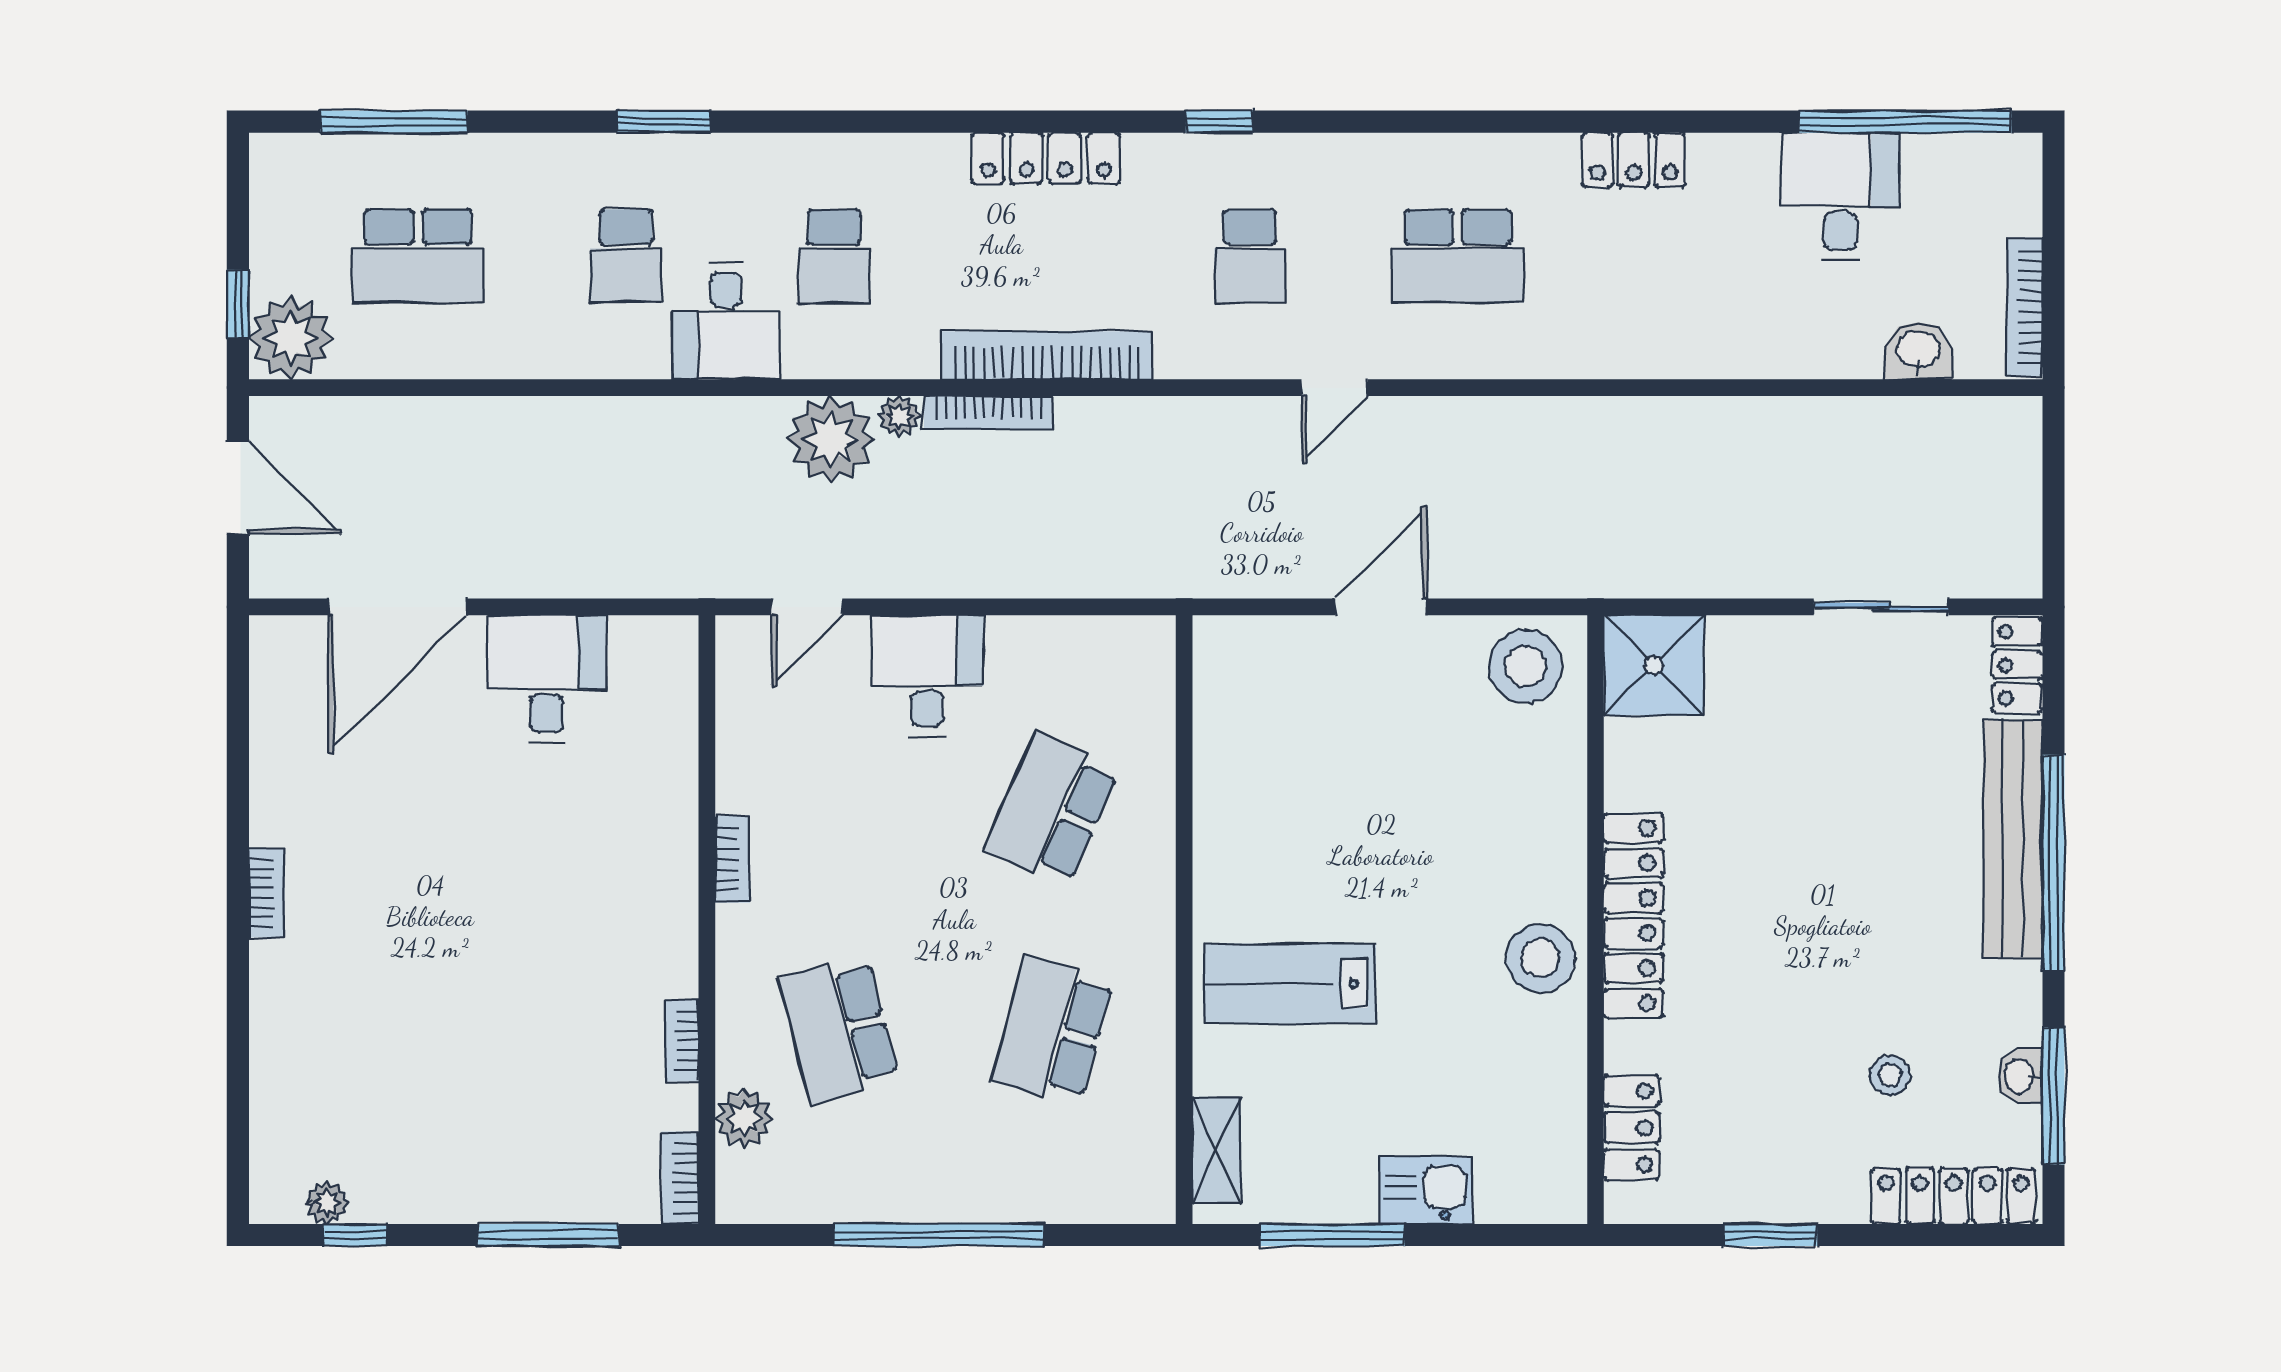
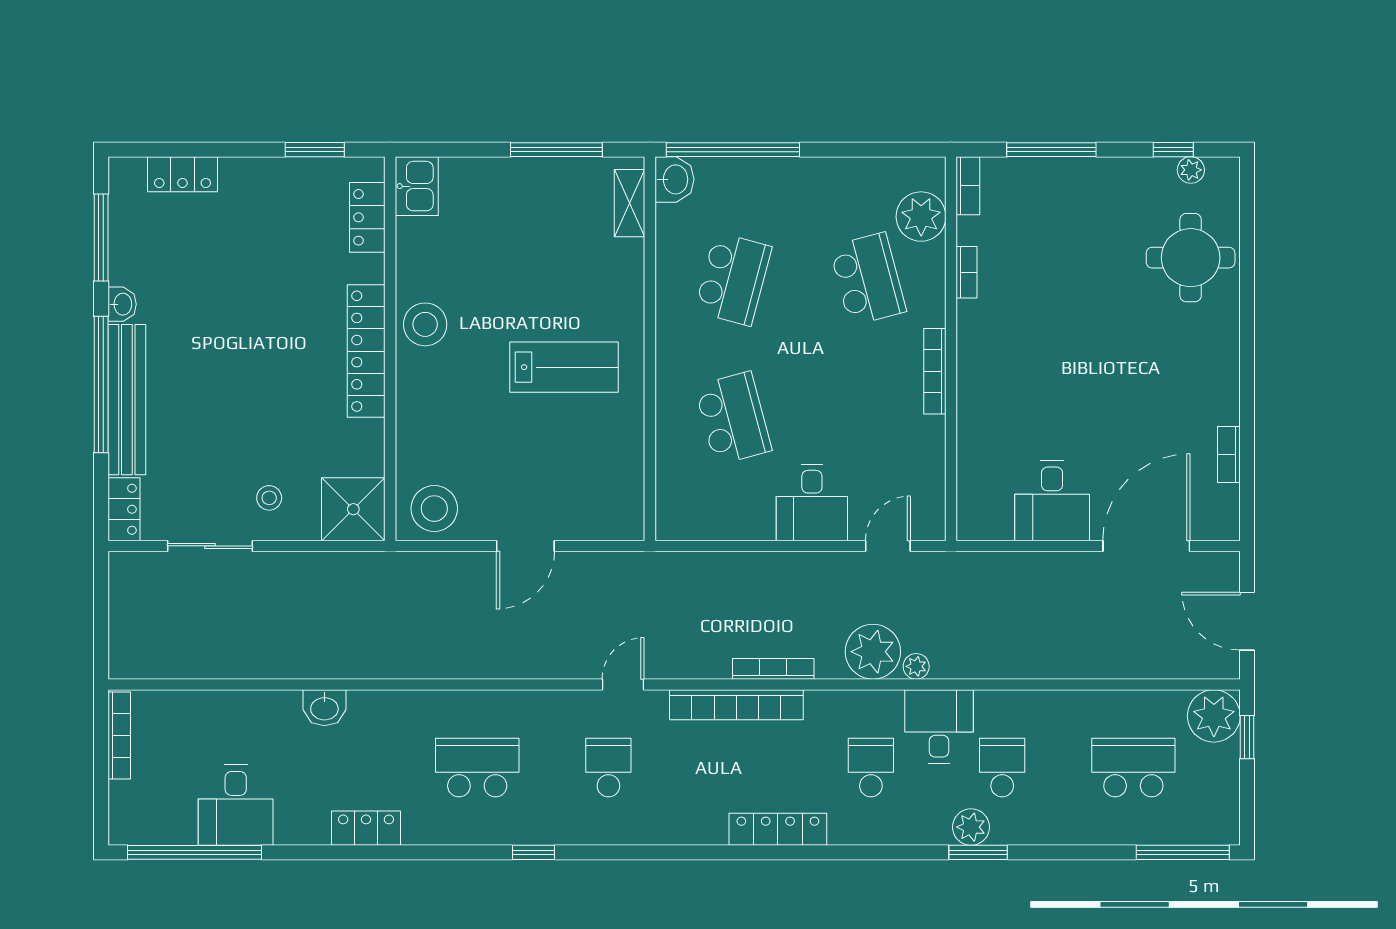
window: (394, 122) -> (1183, 852), moved
window: (1219, 122) -> (534, 852), moved
locker: (1046, 158) -> (778, 829), moved
plant: (675, 162) -> (971, 827), added
washbasin: (1918, 351) -> (324, 708), moved
door: (1335, 388) -> (623, 684), moved
plant: (899, 416) -> (916, 666), moved
school desk: (1052, 809) -> (733, 418), turned -39
bookcase: (733, 859) -> (935, 371), width x1.56
bookcase: (267, 893) -> (1229, 454), moved
lab bench: (1290, 984) -> (564, 367), moved
round table: (327, 1064) -> (1191, 258), added
stool: (1890, 1075) -> (269, 498), moved
washbasin: (2020, 1076) -> (122, 304), moved
plant: (744, 1118) -> (921, 217), width x1.36, depth x1.36
washbasin: (1145, 1188) -> (674, 179), added
kitchen sink: (1426, 1190) -> (417, 186), moved, turned -90
locker: (1954, 1196) -> (183, 174), width x0.66
window: (938, 1235) -> (733, 150), moved
window: (1770, 1235) -> (315, 150), moved

